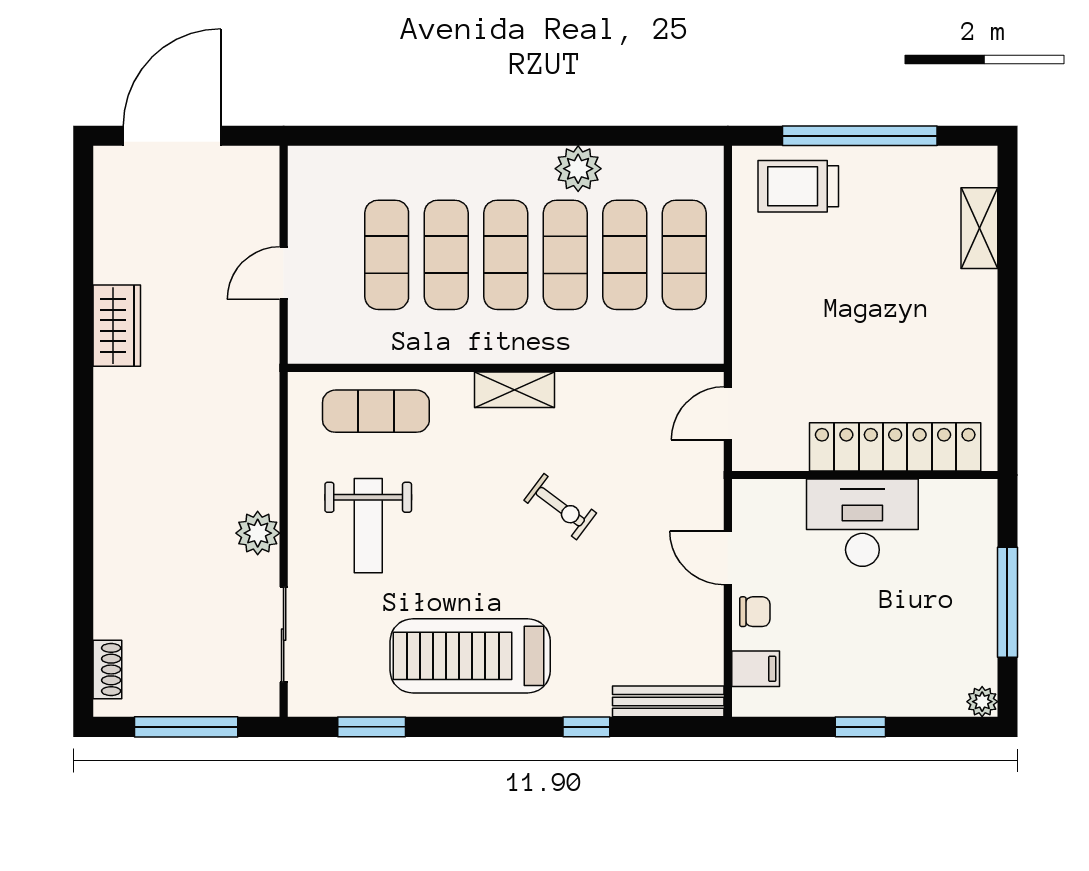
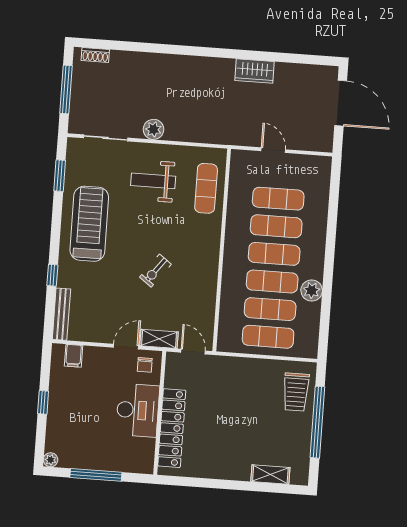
trolley: (798, 186) -> (296, 392), turned 180
shelving: (515, 390) -> (159, 339), moved, turned 90
chair: (755, 612) -> (145, 365), moved

